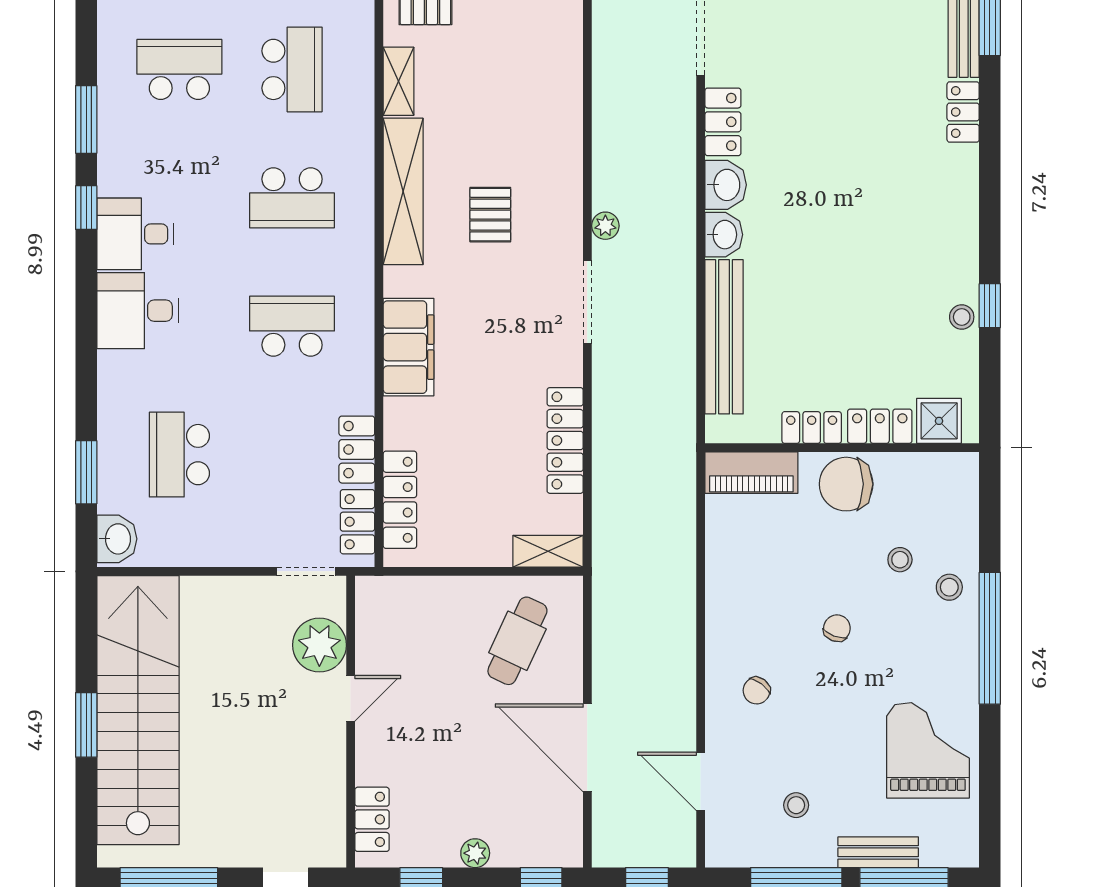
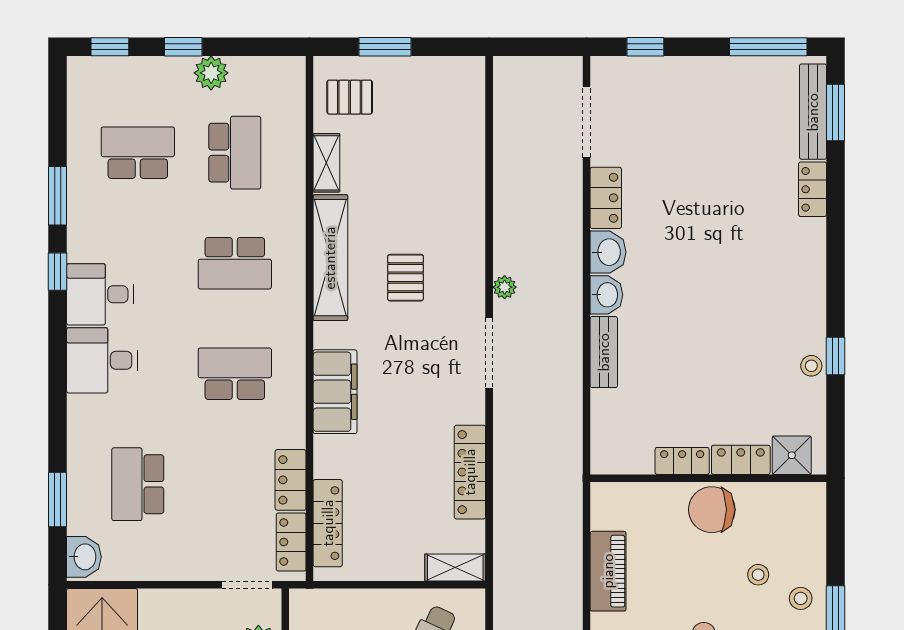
bench: (724, 337) -> (604, 352), width x0.54, depth x0.82
piano: (751, 473) -> (608, 571), moved, turned -90

